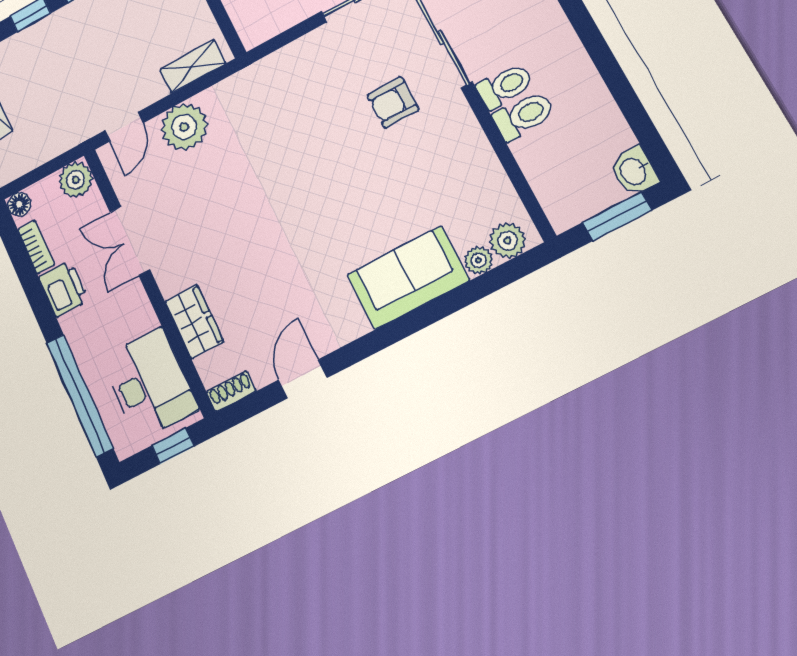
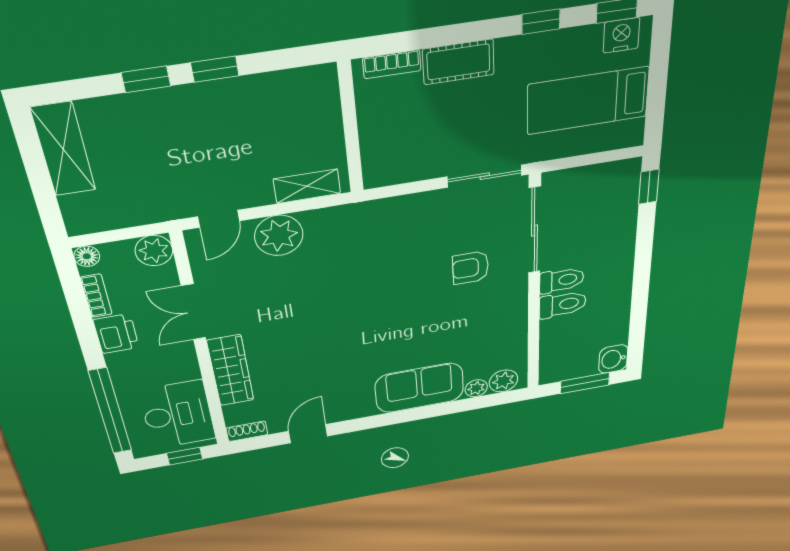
wardrobe: (194, 322) -> (230, 371), width x1.50

